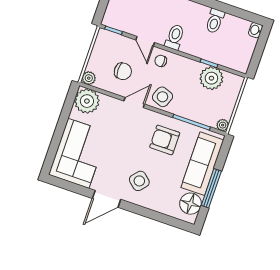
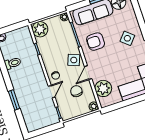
toilet: (175, 37) -> (37, 78), removed
plant: (211, 78) -> (40, 29), moved
plant: (87, 101) -> (103, 88), moved
door: (134, 103) -> (88, 73), hinge flipped
armchair: (165, 140) -> (96, 42), turned 90

